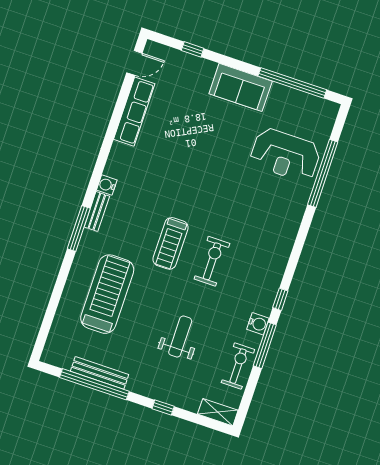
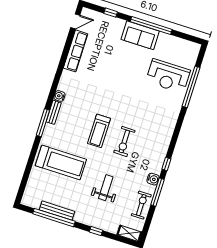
window: (292, 83) -> (151, 25), moved
exercise bike: (212, 261) -> (124, 141), turned 180
treadmill: (107, 294) -> (61, 162), turned 90

